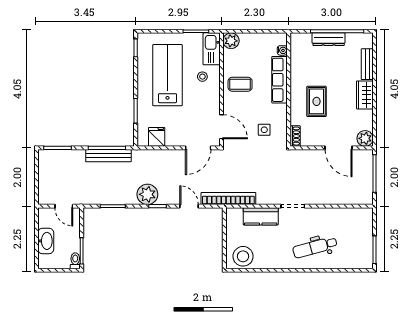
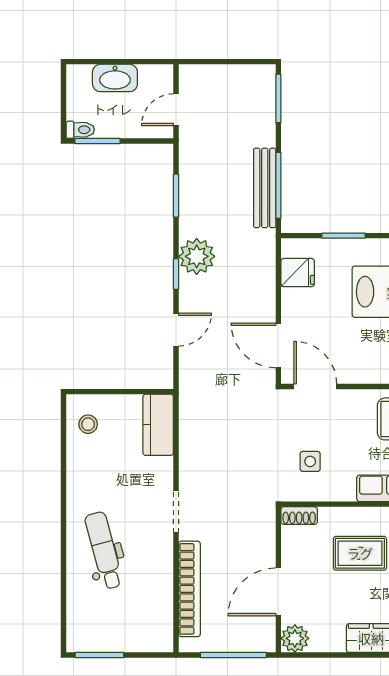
door: (222, 127) -> (315, 386), swing flipped
bookcase: (228, 199) -> (189, 589), moved
kitchen counter: (261, 216) -> (158, 425), moved
stool: (243, 256) -> (88, 424), width x0.53, depth x0.53

